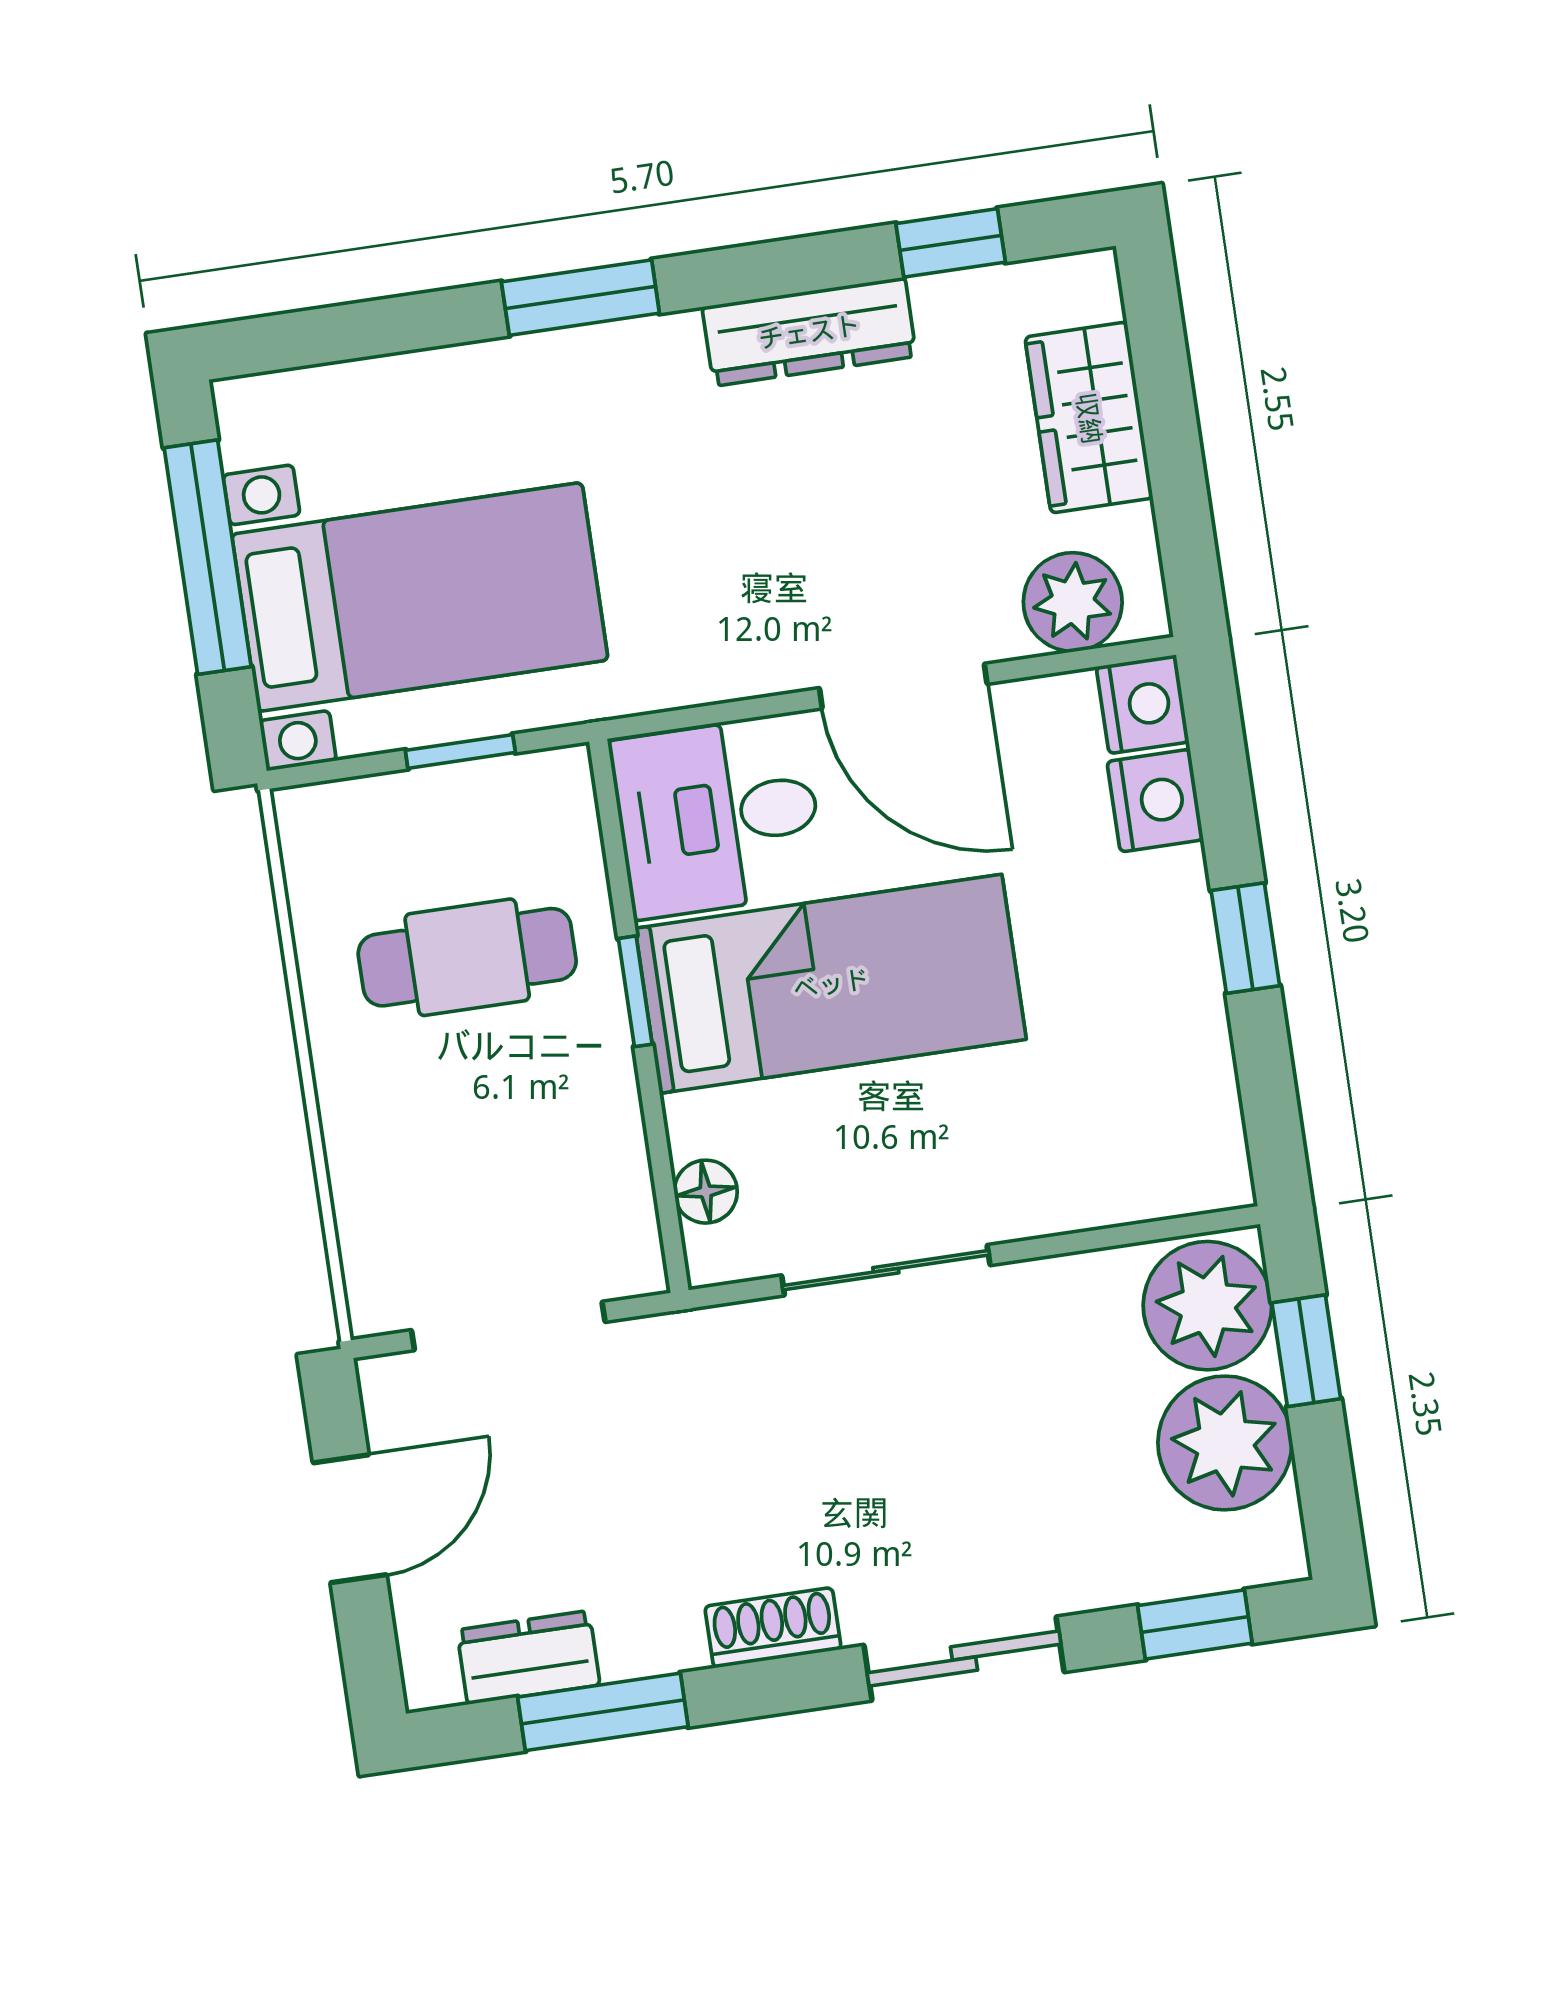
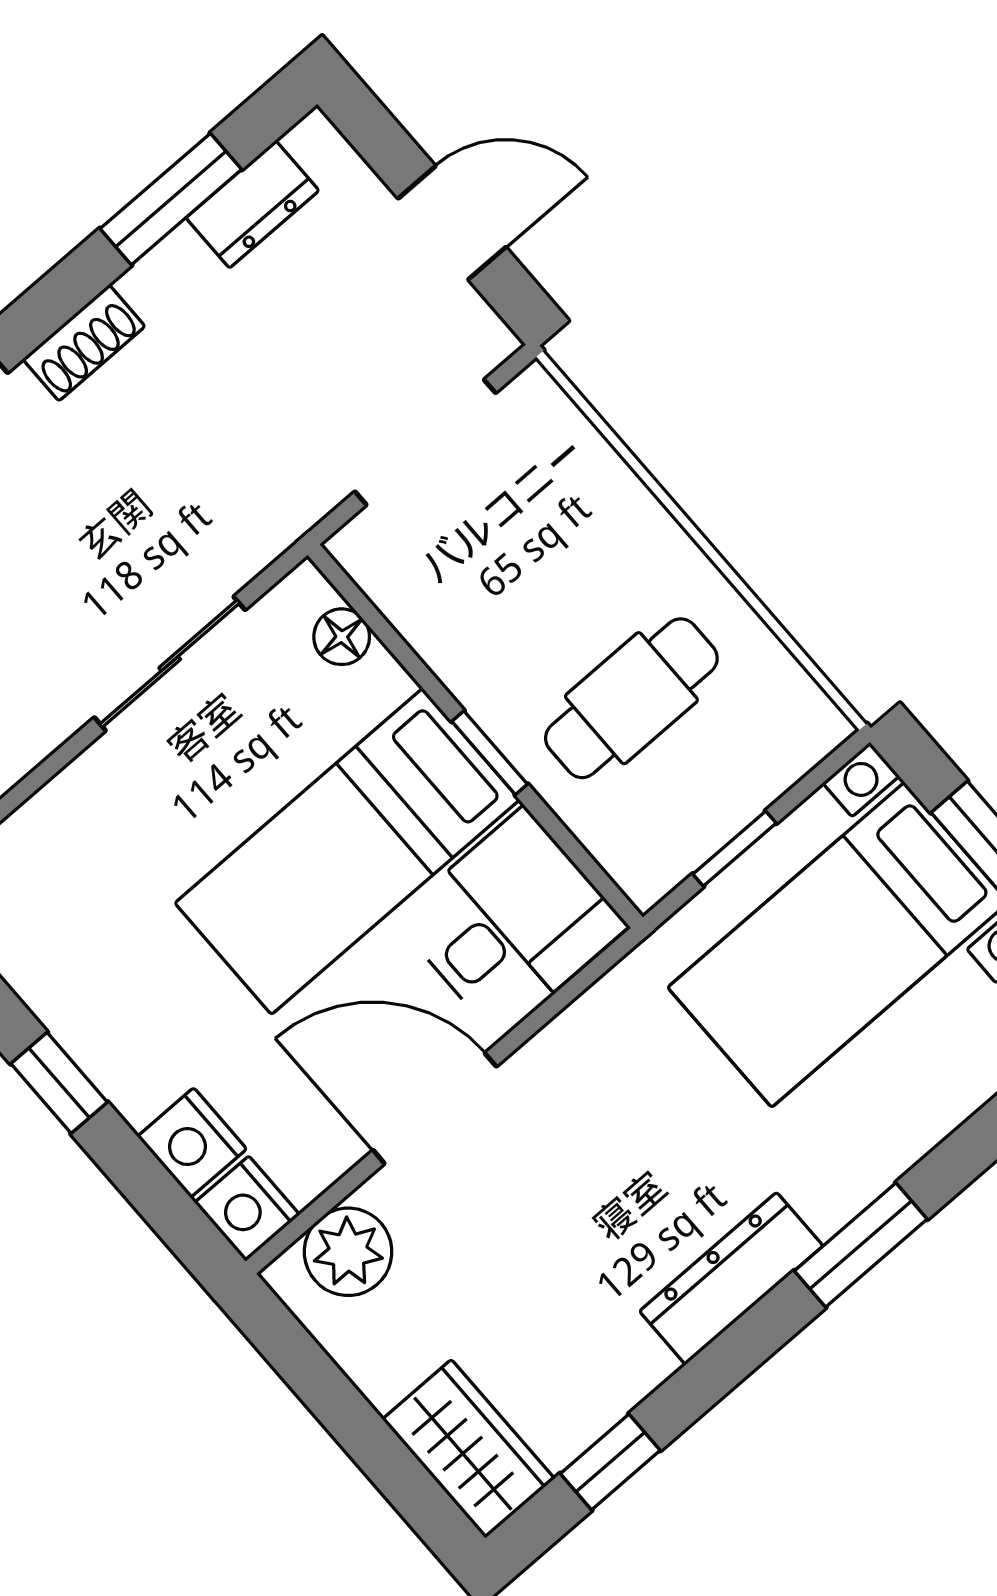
dresser: (809, 332) -> (731, 1279), moved
wardrobe: (1089, 418) -> (468, 1449), moved
door: (350, 1519) -> (452, 223), swing flipped

